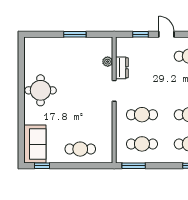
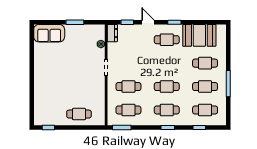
dresser: (122, 68) -> (112, 33), moved
round table: (41, 90) -> (47, 67), removed
sofa: (35, 144) -> (49, 33), moved, turned 90

